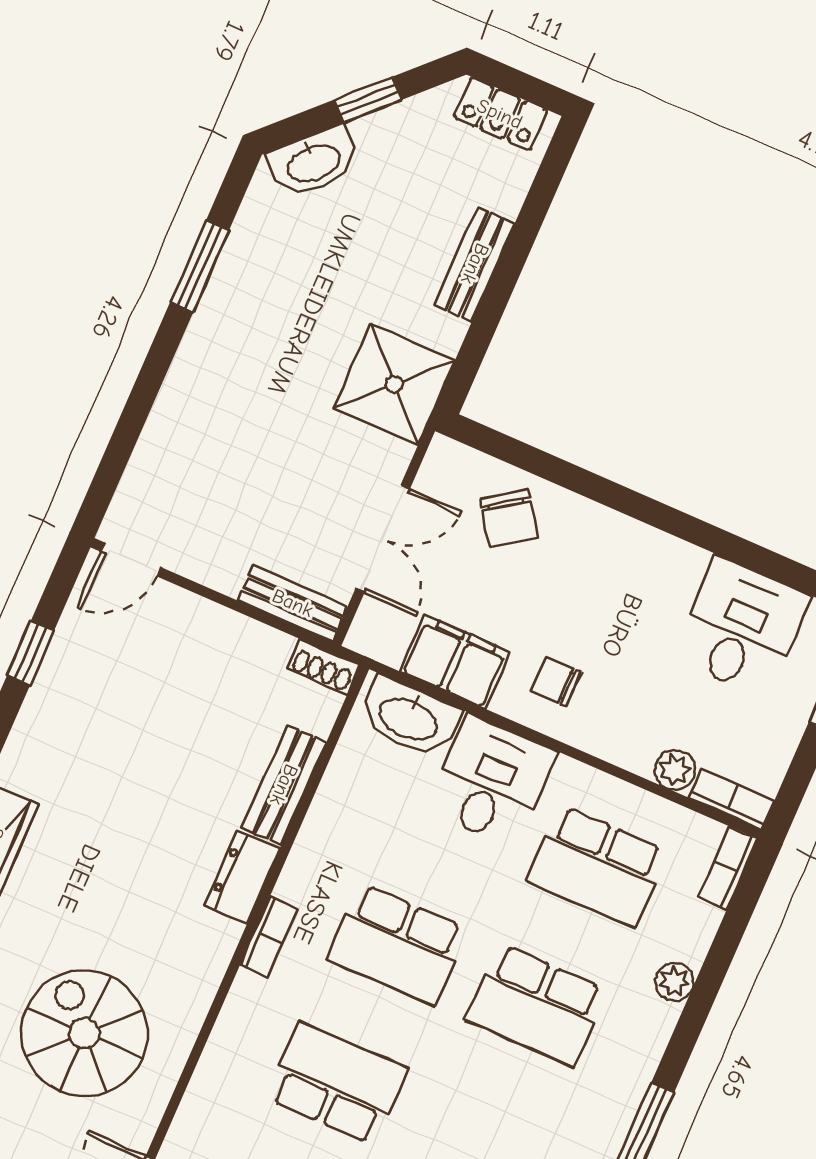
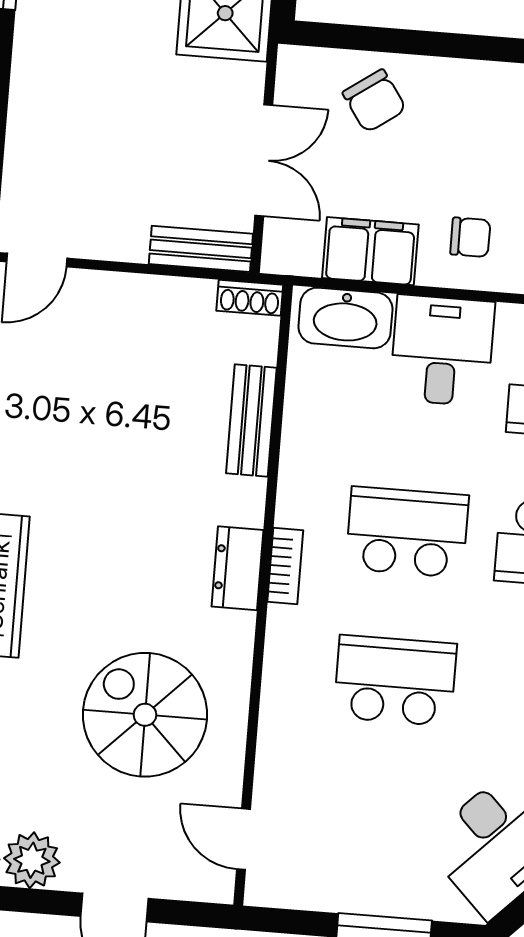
chair: (556, 681) -> (470, 237), turned 180
dresser: (242, 877) -> (238, 568), moved
school desk: (397, 944) -> (407, 532), turned 180

